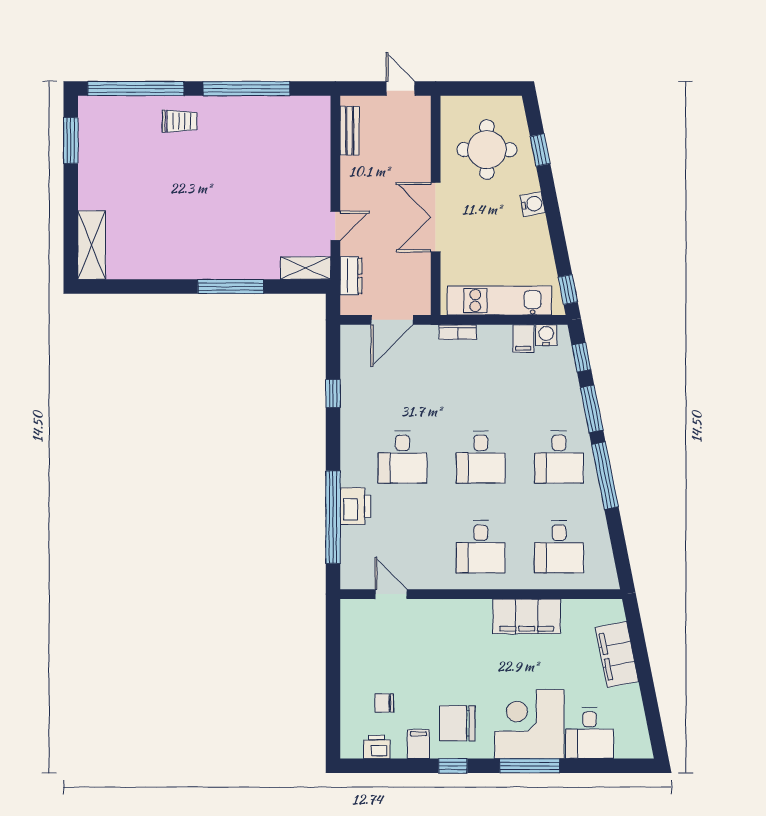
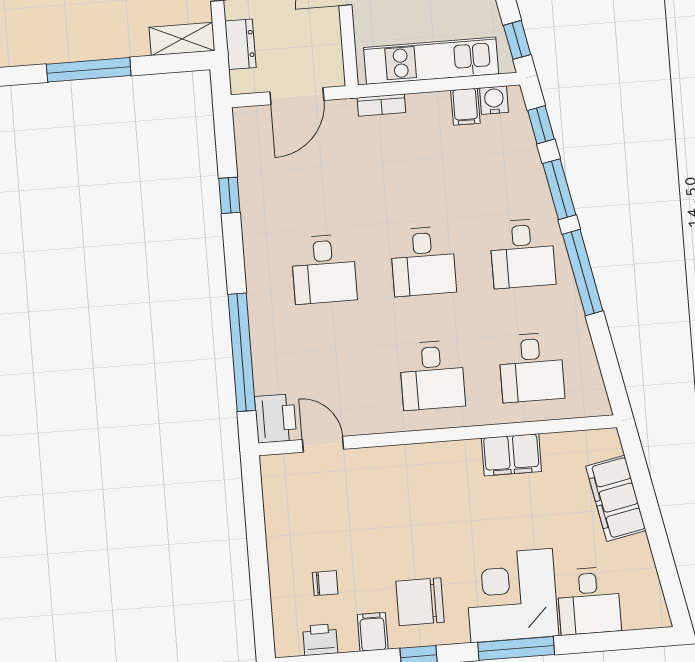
printer: (355, 506) -> (276, 418), moved
filing cabinet: (527, 616) -> (511, 455), width x0.67, depth x0.86
chair: (384, 703) -> (325, 583), turned 180

